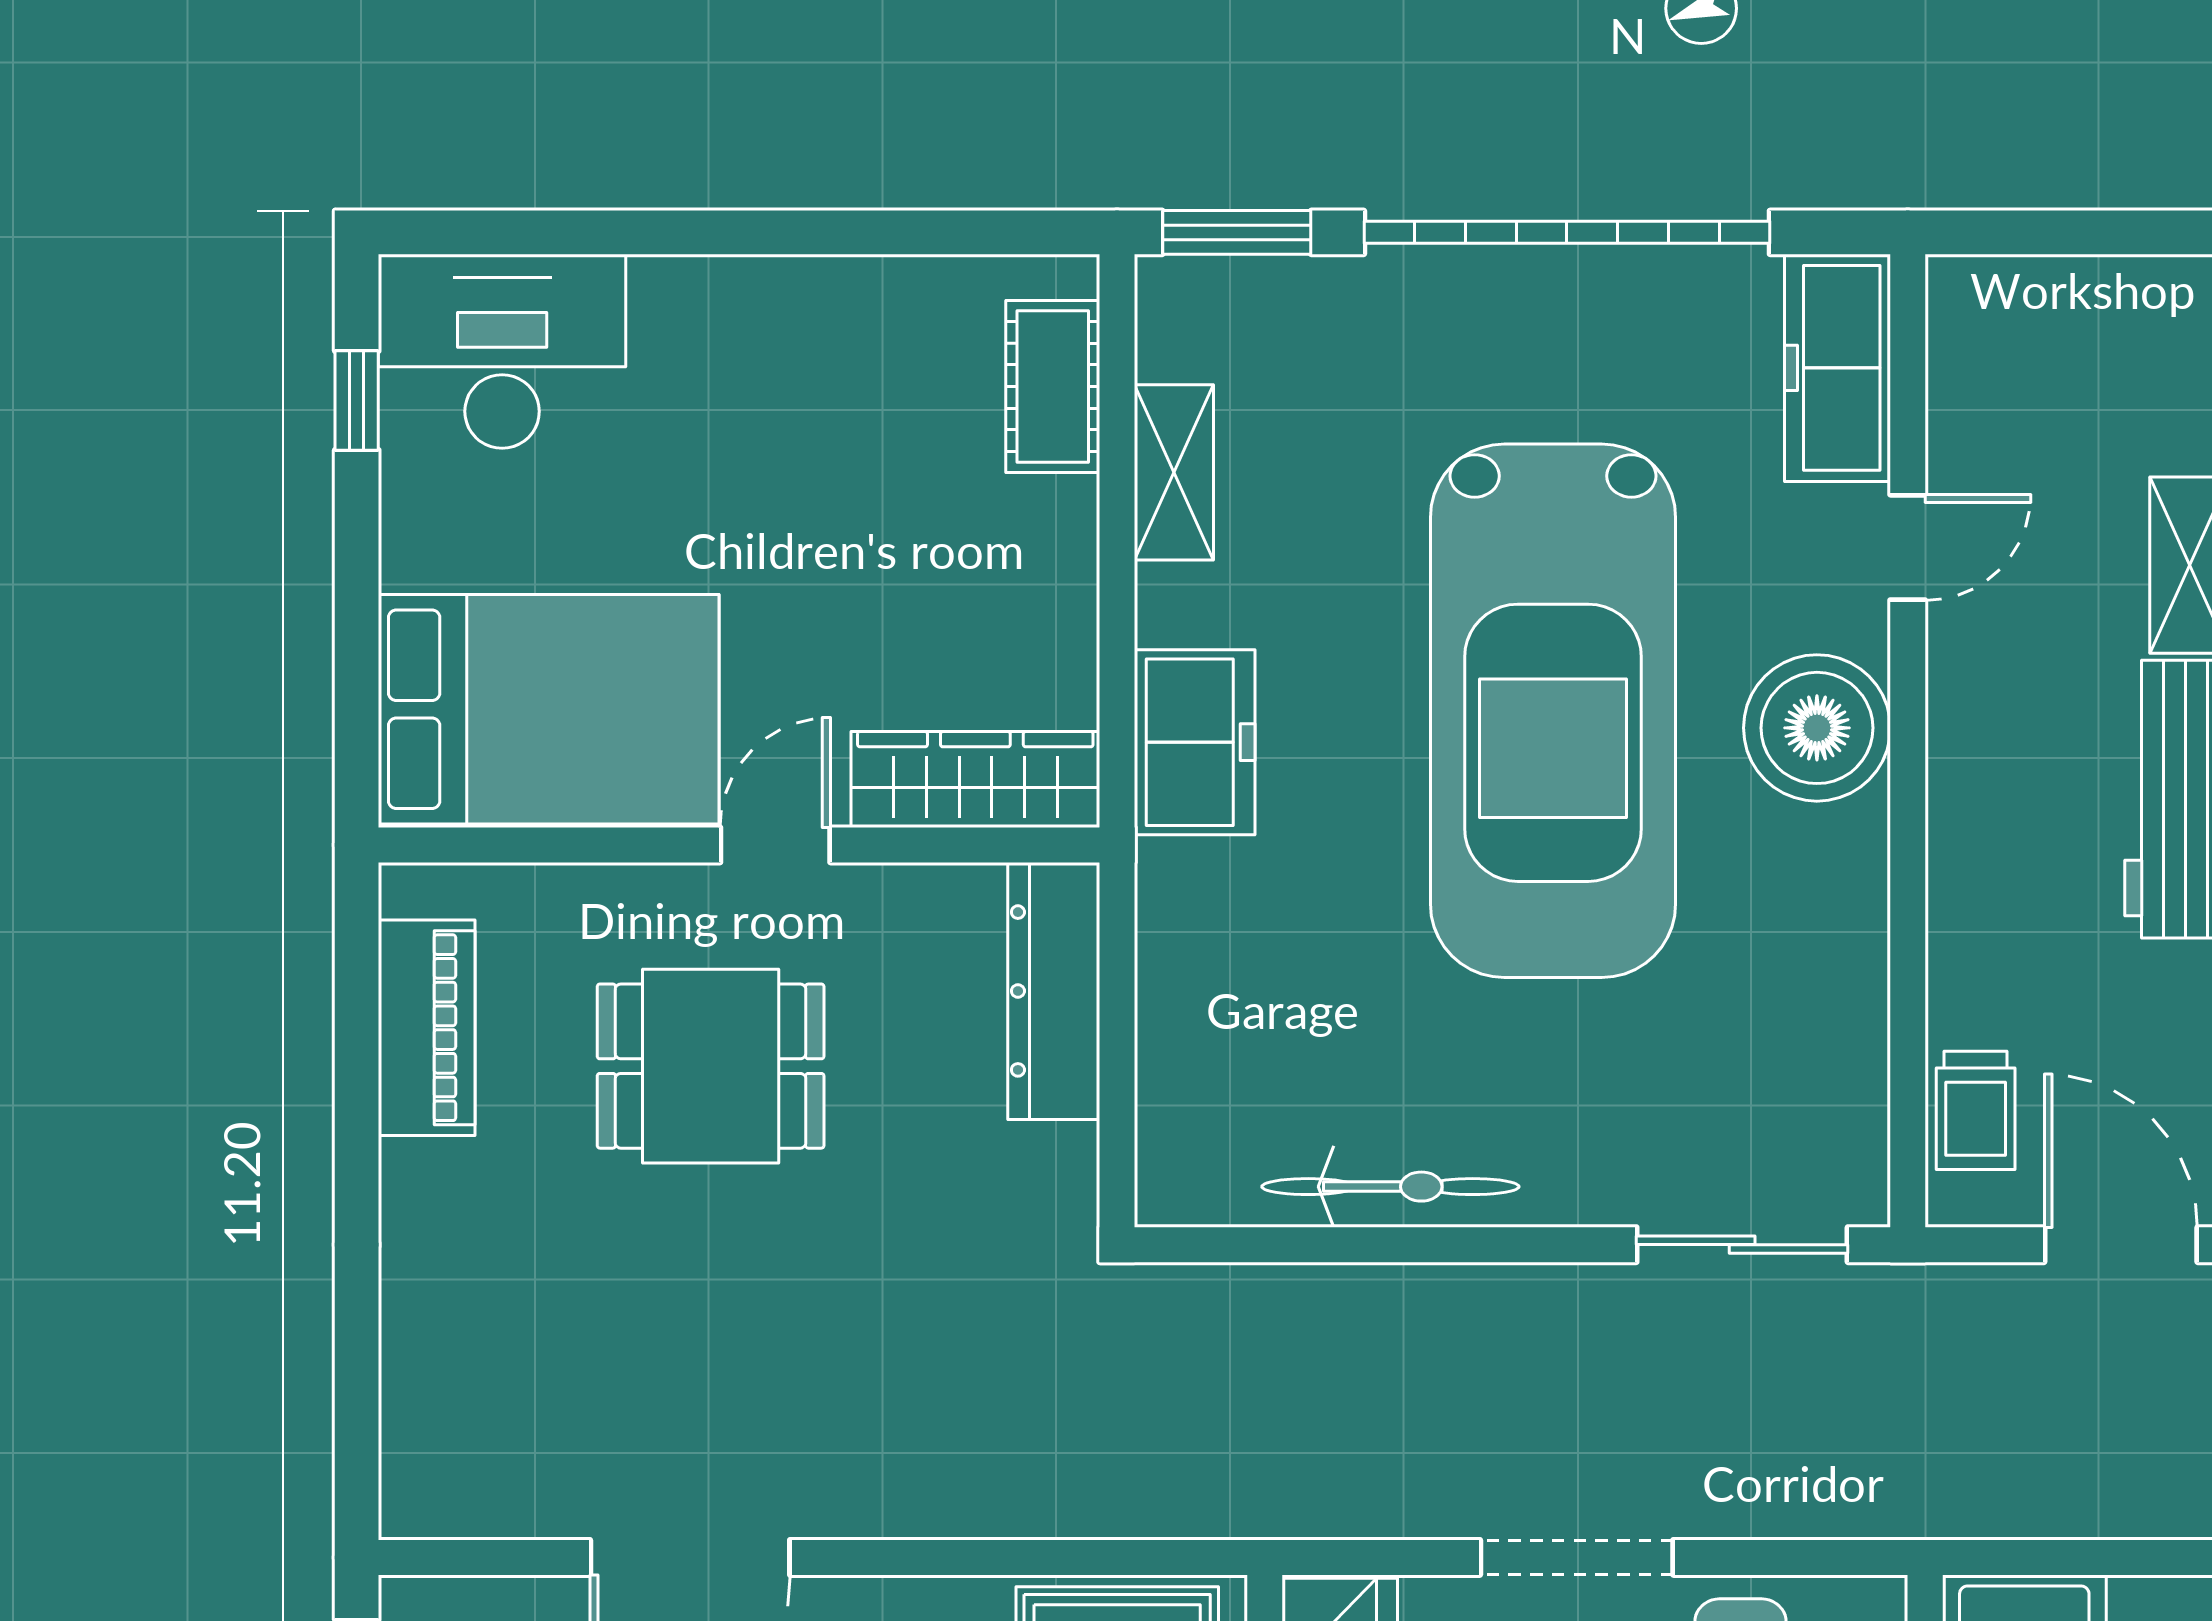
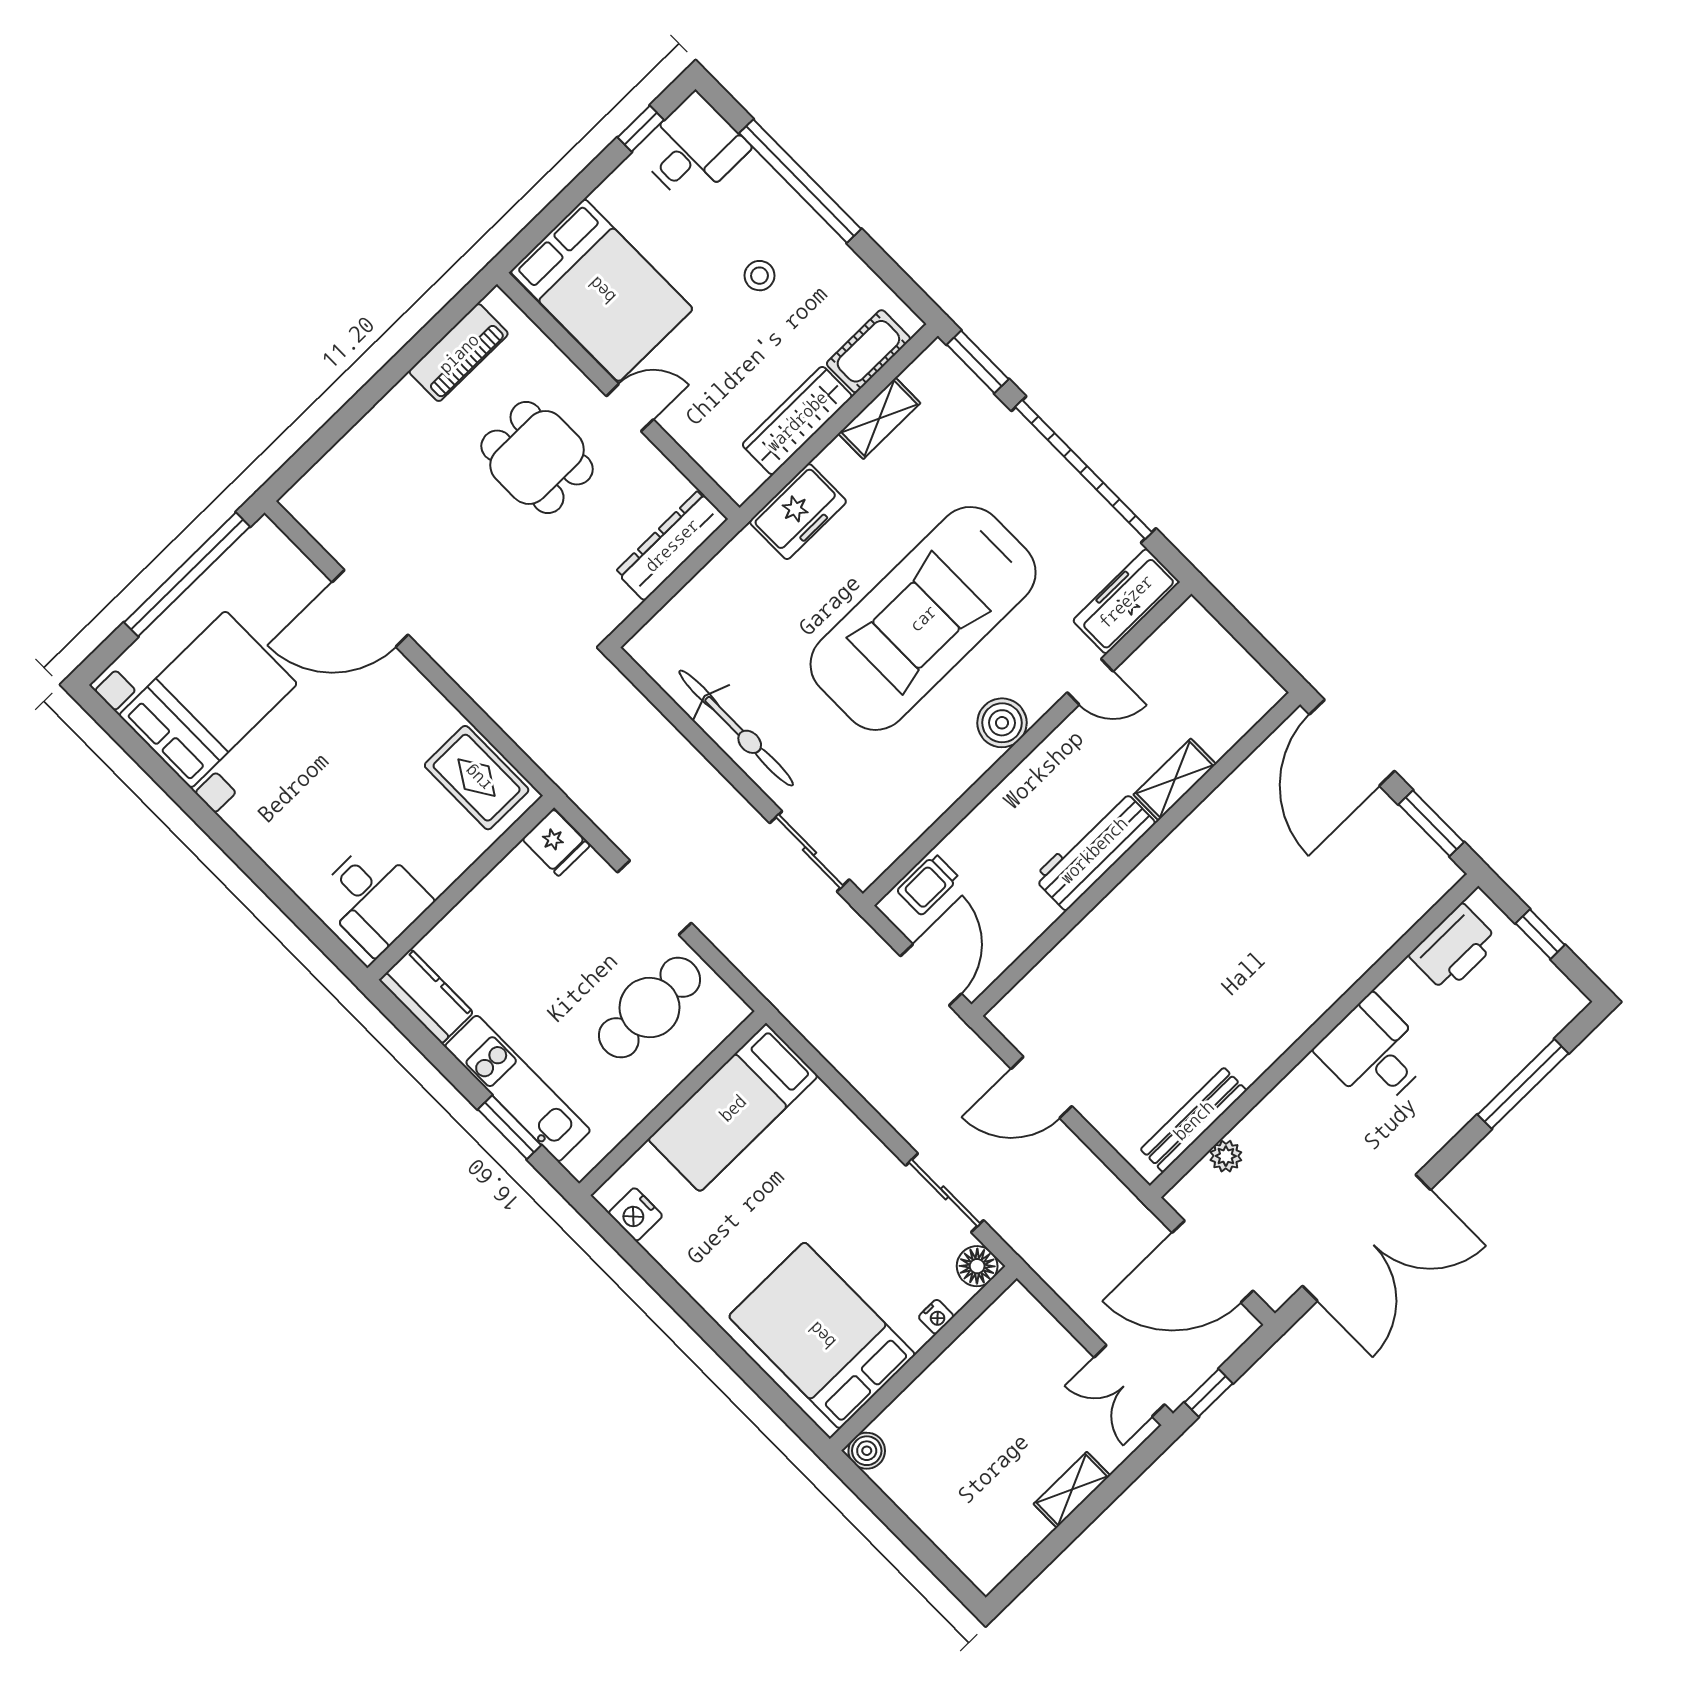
window: (683, 232) -> (800, 181), added
desk: (502, 351) -> (693, 149), width x0.73
stool: (768, 441) -> (759, 276), added
boiler: (1817, 728) -> (1002, 723), width x0.73, depth x0.73
wardrobe: (975, 780) -> (797, 421), moved, turned -90
bicycle: (1390, 1187) -> (736, 728), width x1.37, depth x1.40

